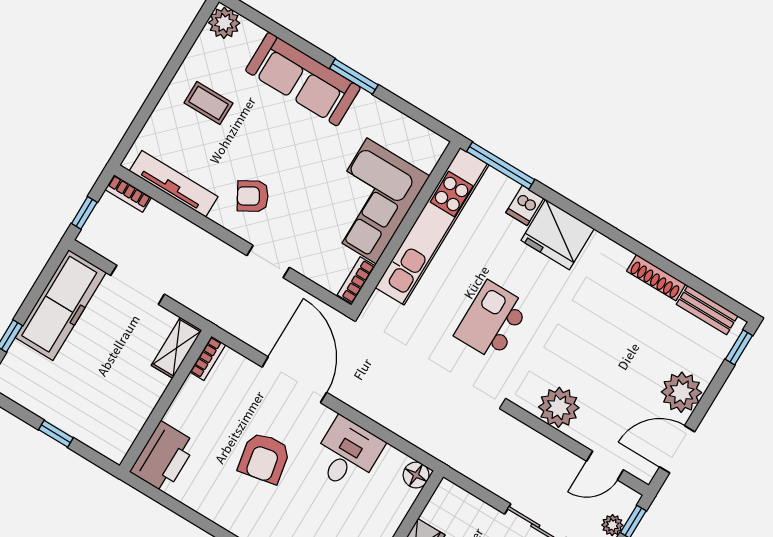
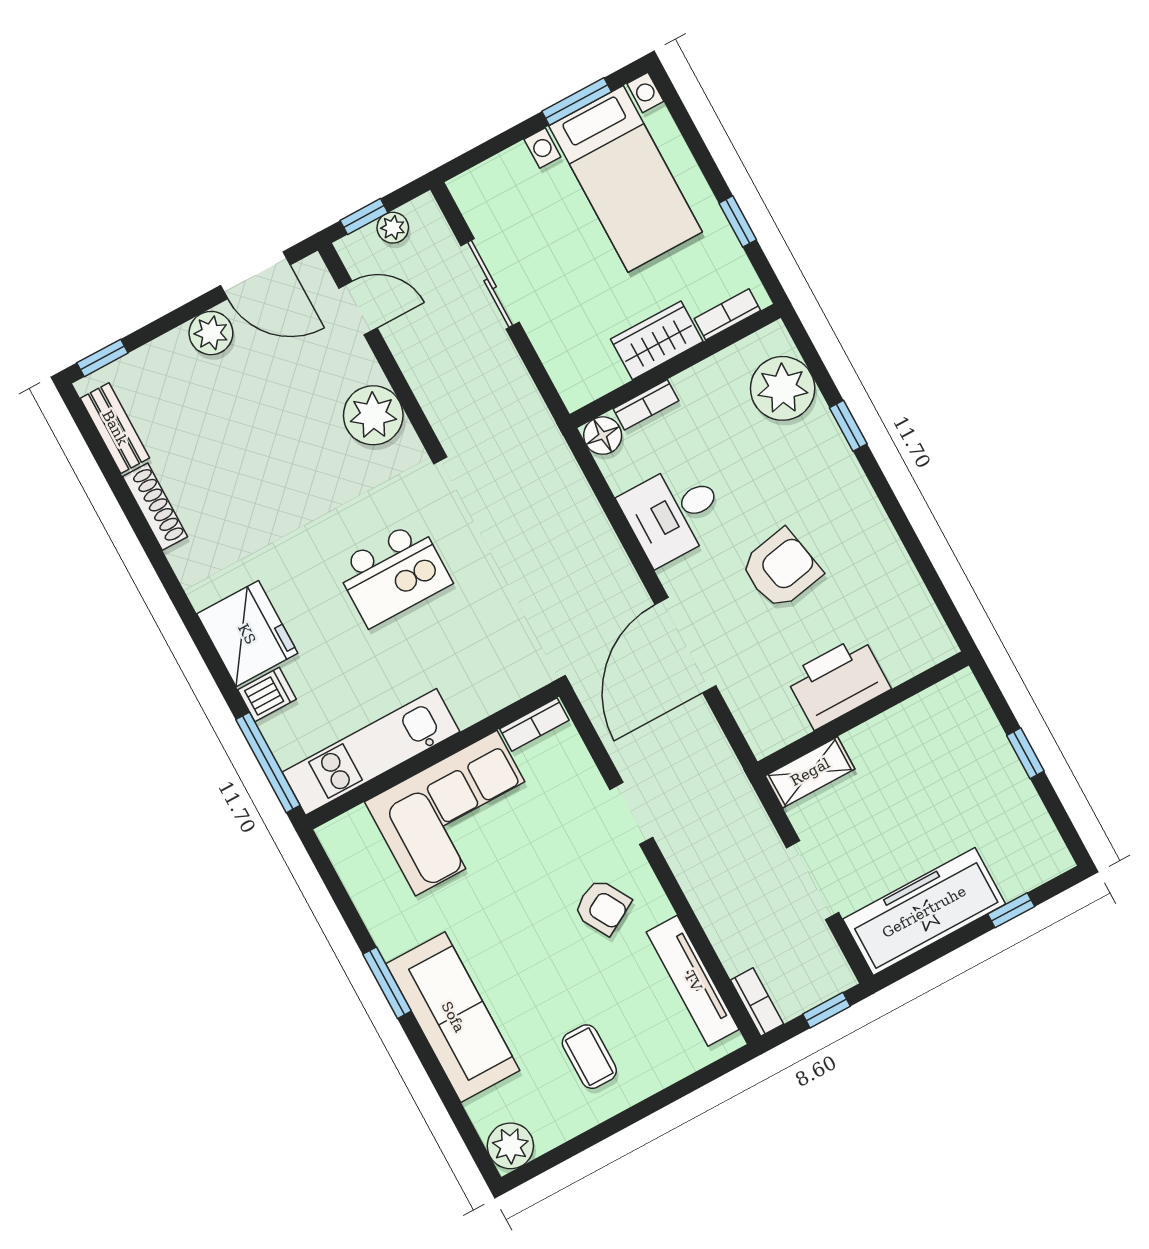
kitchen unit: (432, 226) -> (371, 752), width x0.73
bookcase: (208, 358) -> (646, 405), moved, turned 180
plant: (681, 392) -> (211, 333), width x0.73, depth x0.73
printer: (163, 457) -> (838, 682), moved

